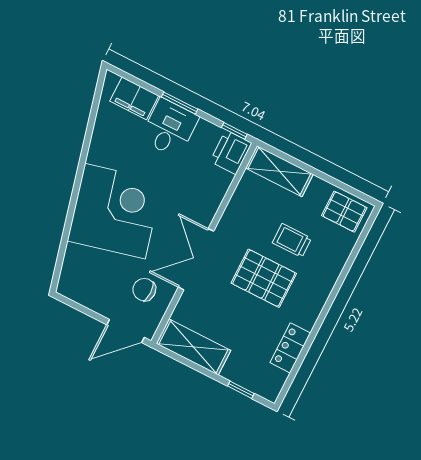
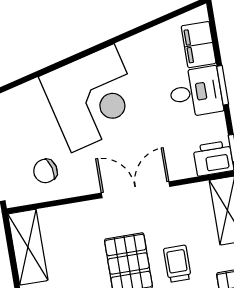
double door: (196, 259) -> (136, 190), moved
chair: (144, 290) -> (45, 171), turned -104

